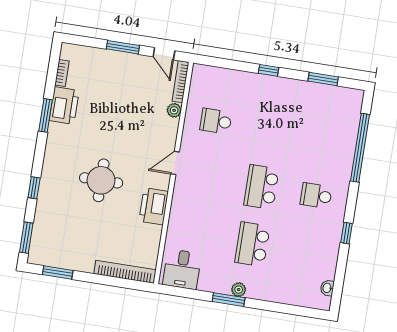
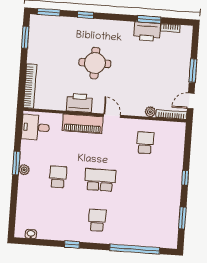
window: (46, 115) -> (149, 19), moved
piano: (183, 204) -> (82, 124), added
school desk: (252, 244) -> (58, 177), width x0.54

